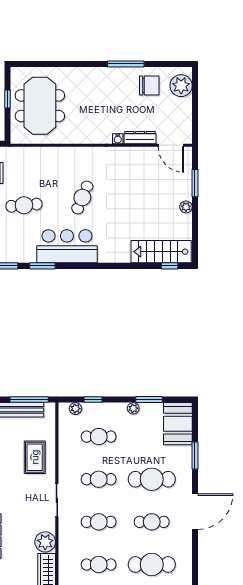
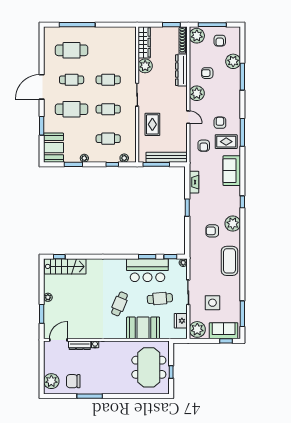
door: (171, 145) -> (58, 340), hinge flipped
booth: (48, 163) -> (143, 328), added
bar counter: (67, 246) -> (147, 270), moved
cafe table: (99, 565) -> (108, 50), removed

